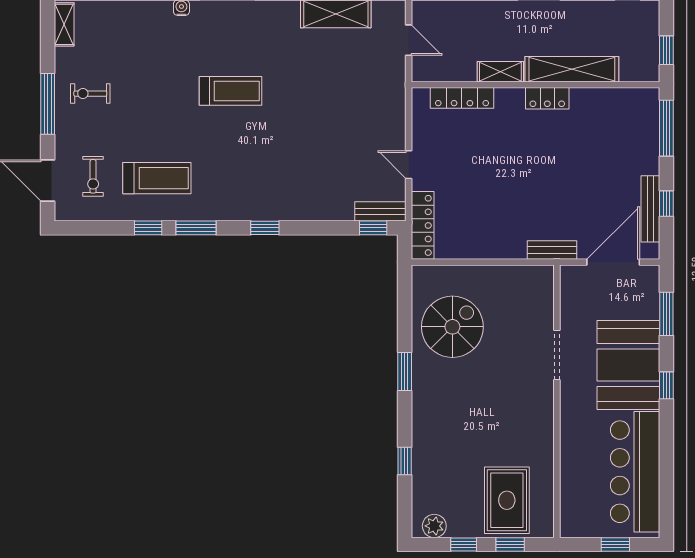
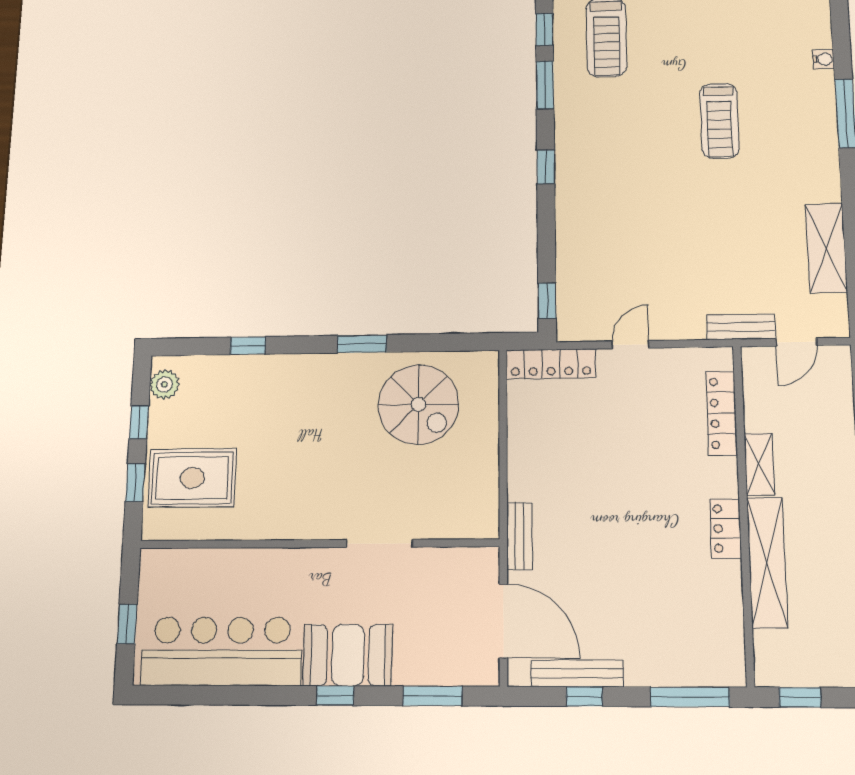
bench: (380, 211) -> (741, 327), moved, turned 90
booth: (628, 365) -> (348, 655), width x0.73, depth x0.70

